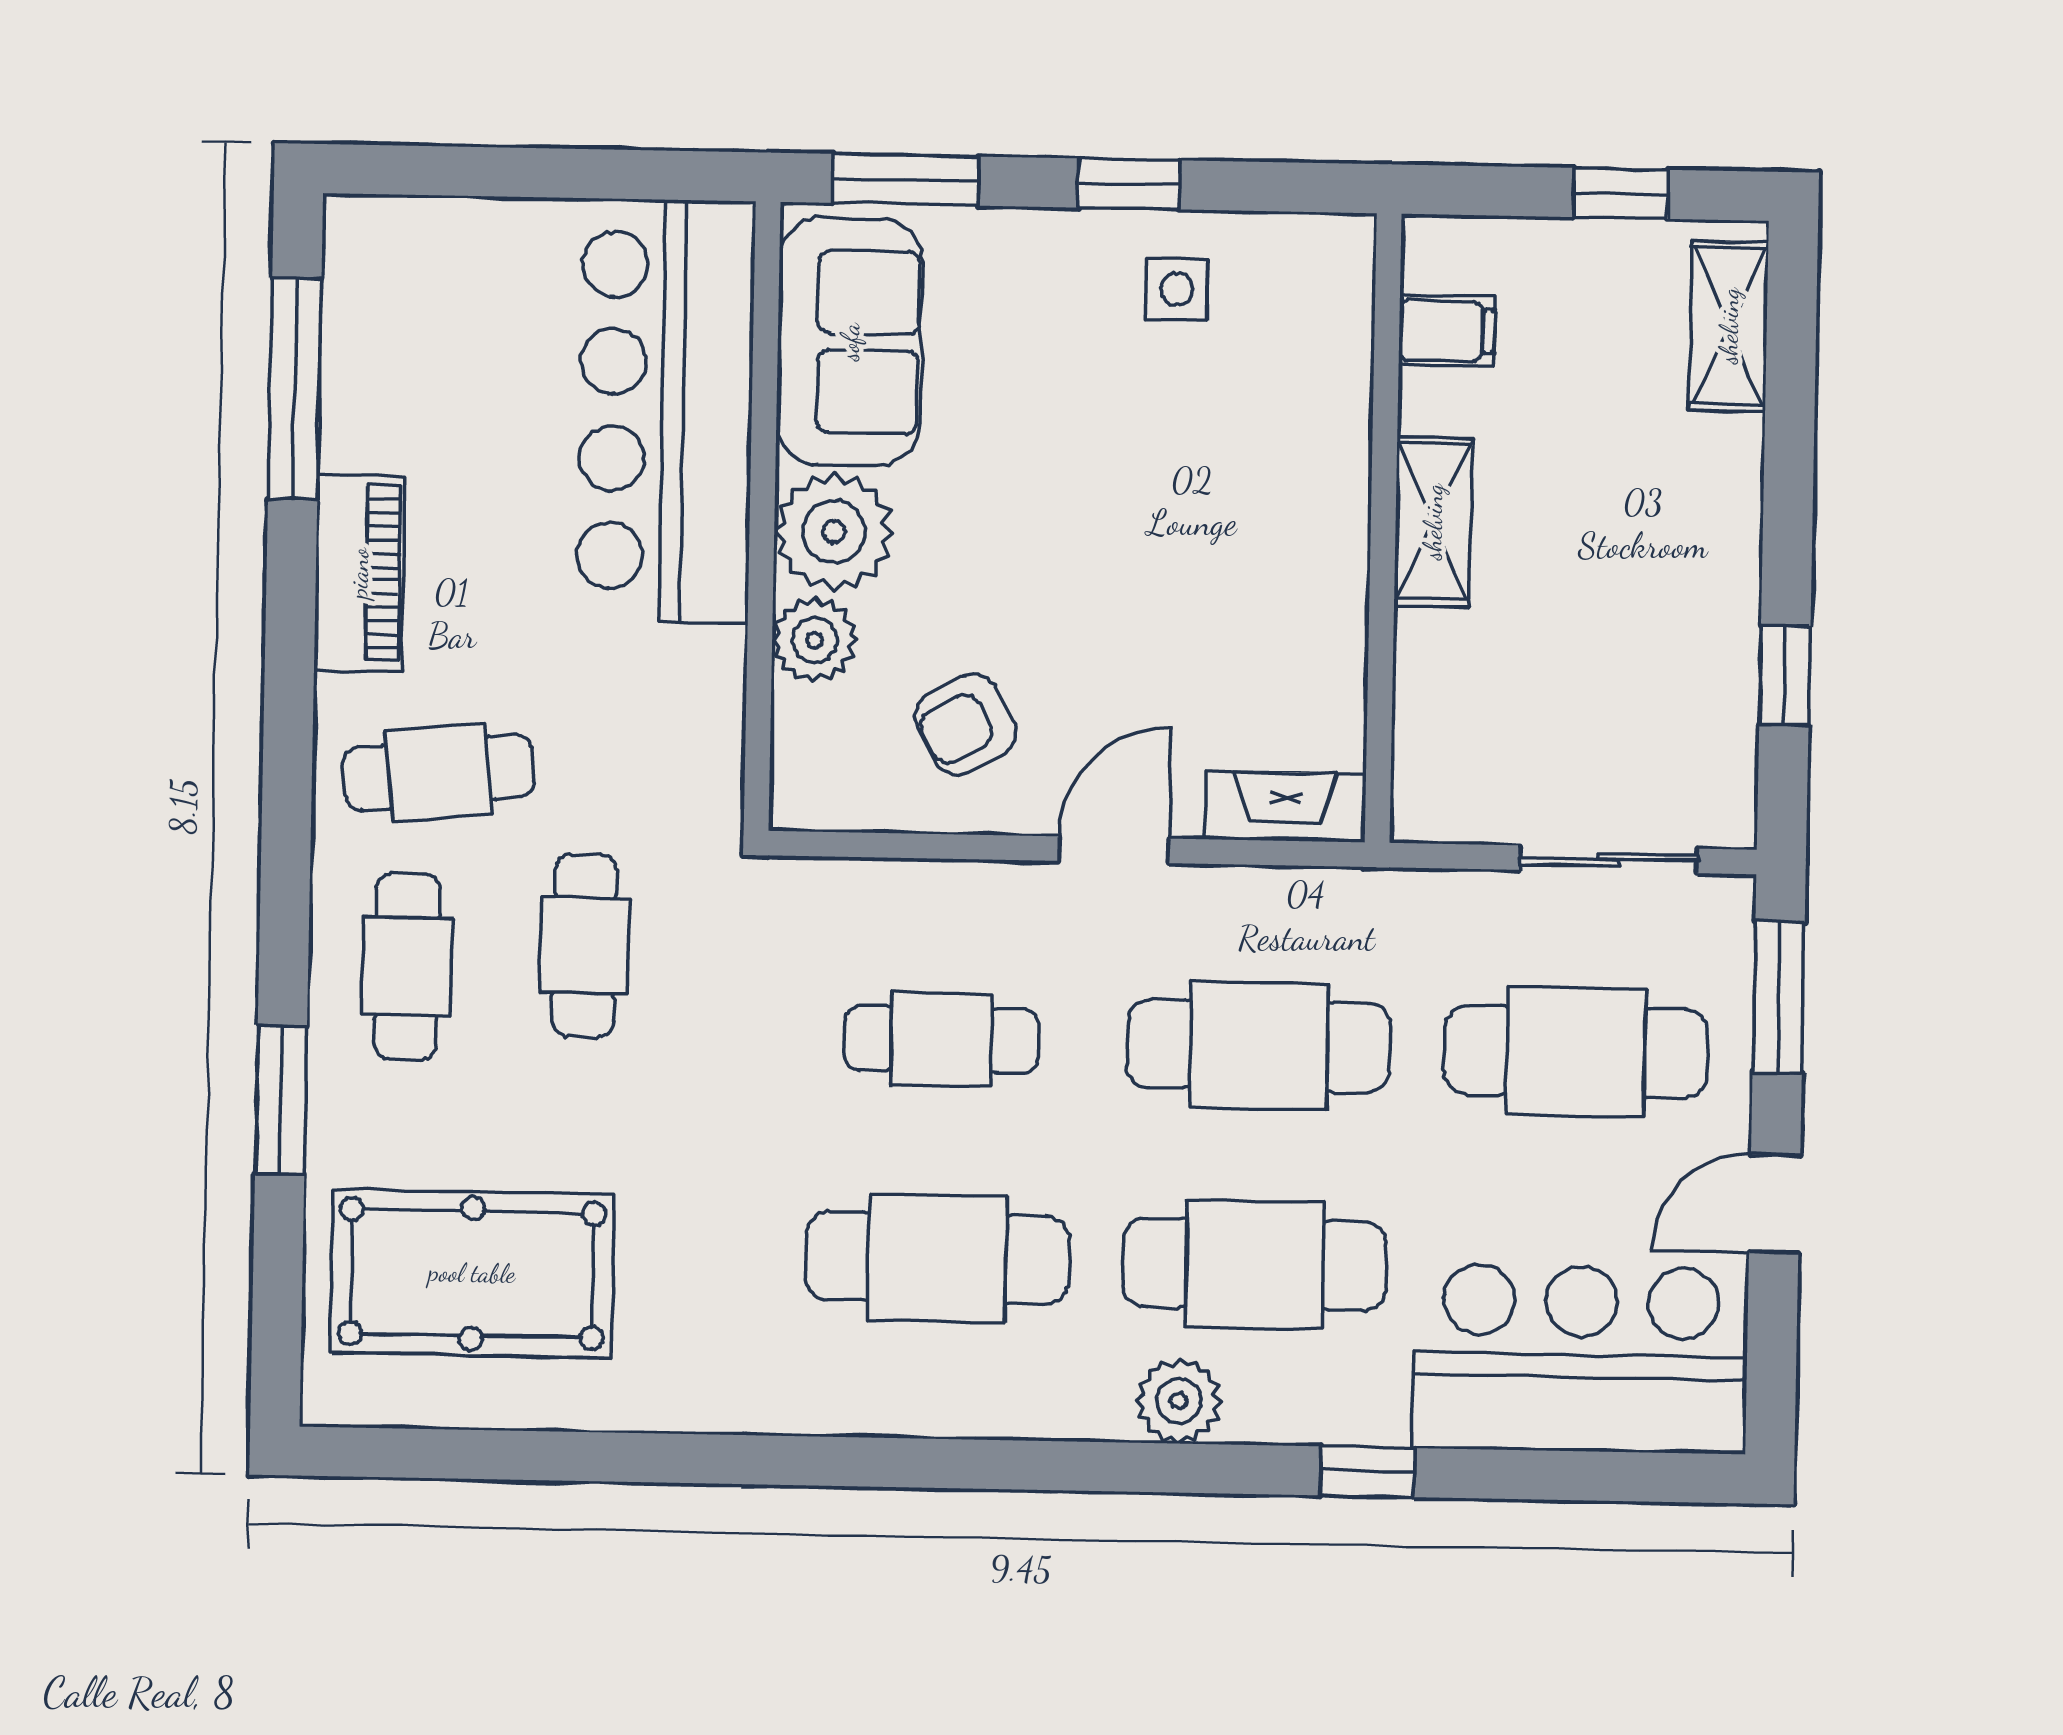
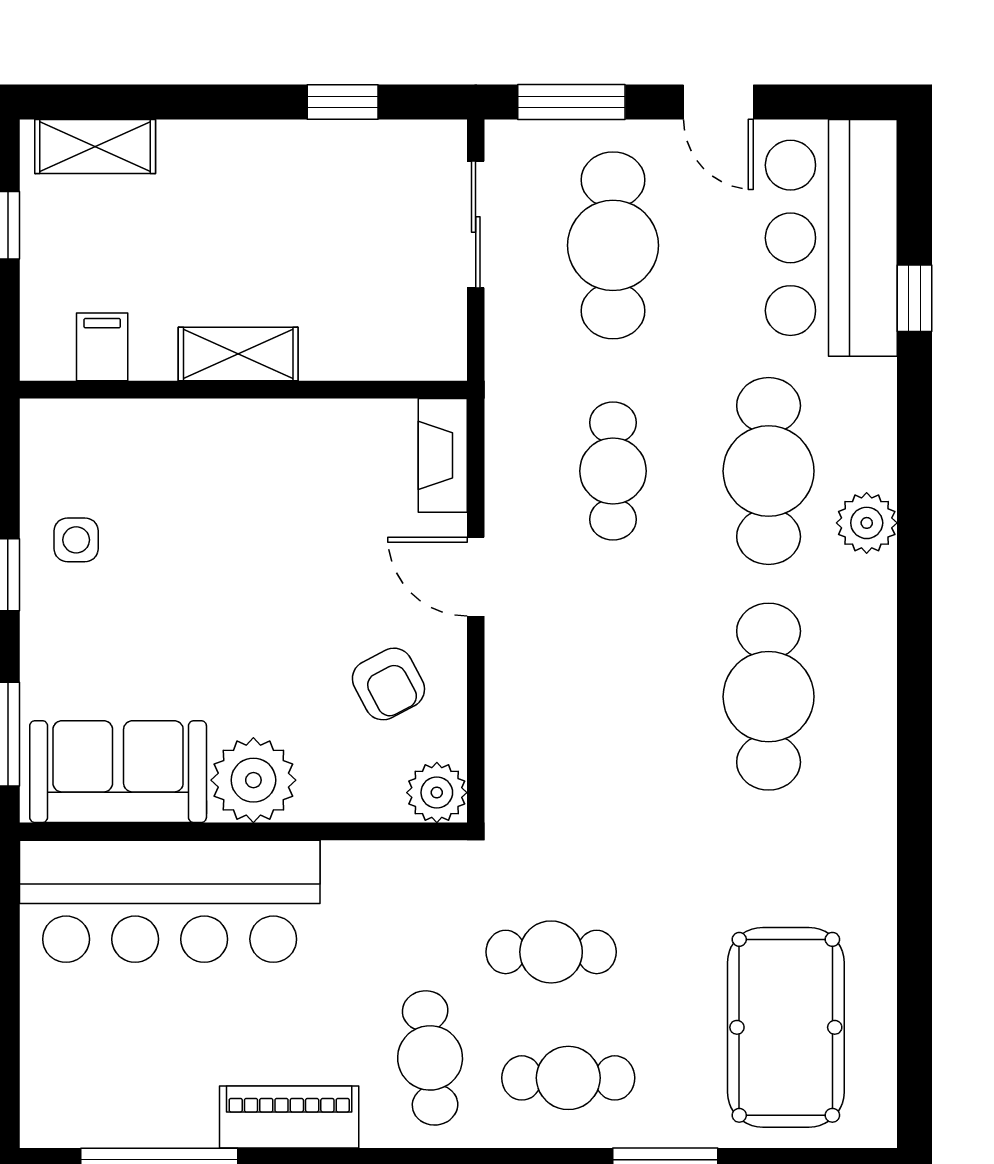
plant: (814, 640) -> (437, 793), moved
cafe table: (942, 1039) -> (613, 697), removed
cafe table: (1259, 1046) -> (613, 471), width x0.73, depth x0.74
window: (1367, 1472) -> (915, 298), moved

